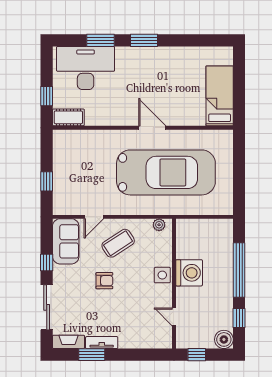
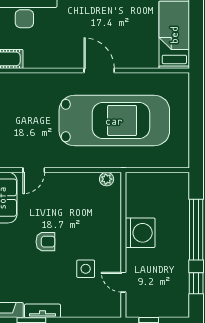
coffee table: (118, 243) -> (61, 200), removed
side table: (162, 275) -> (86, 269), moved
boiler: (224, 339) -> (179, 307), removed

